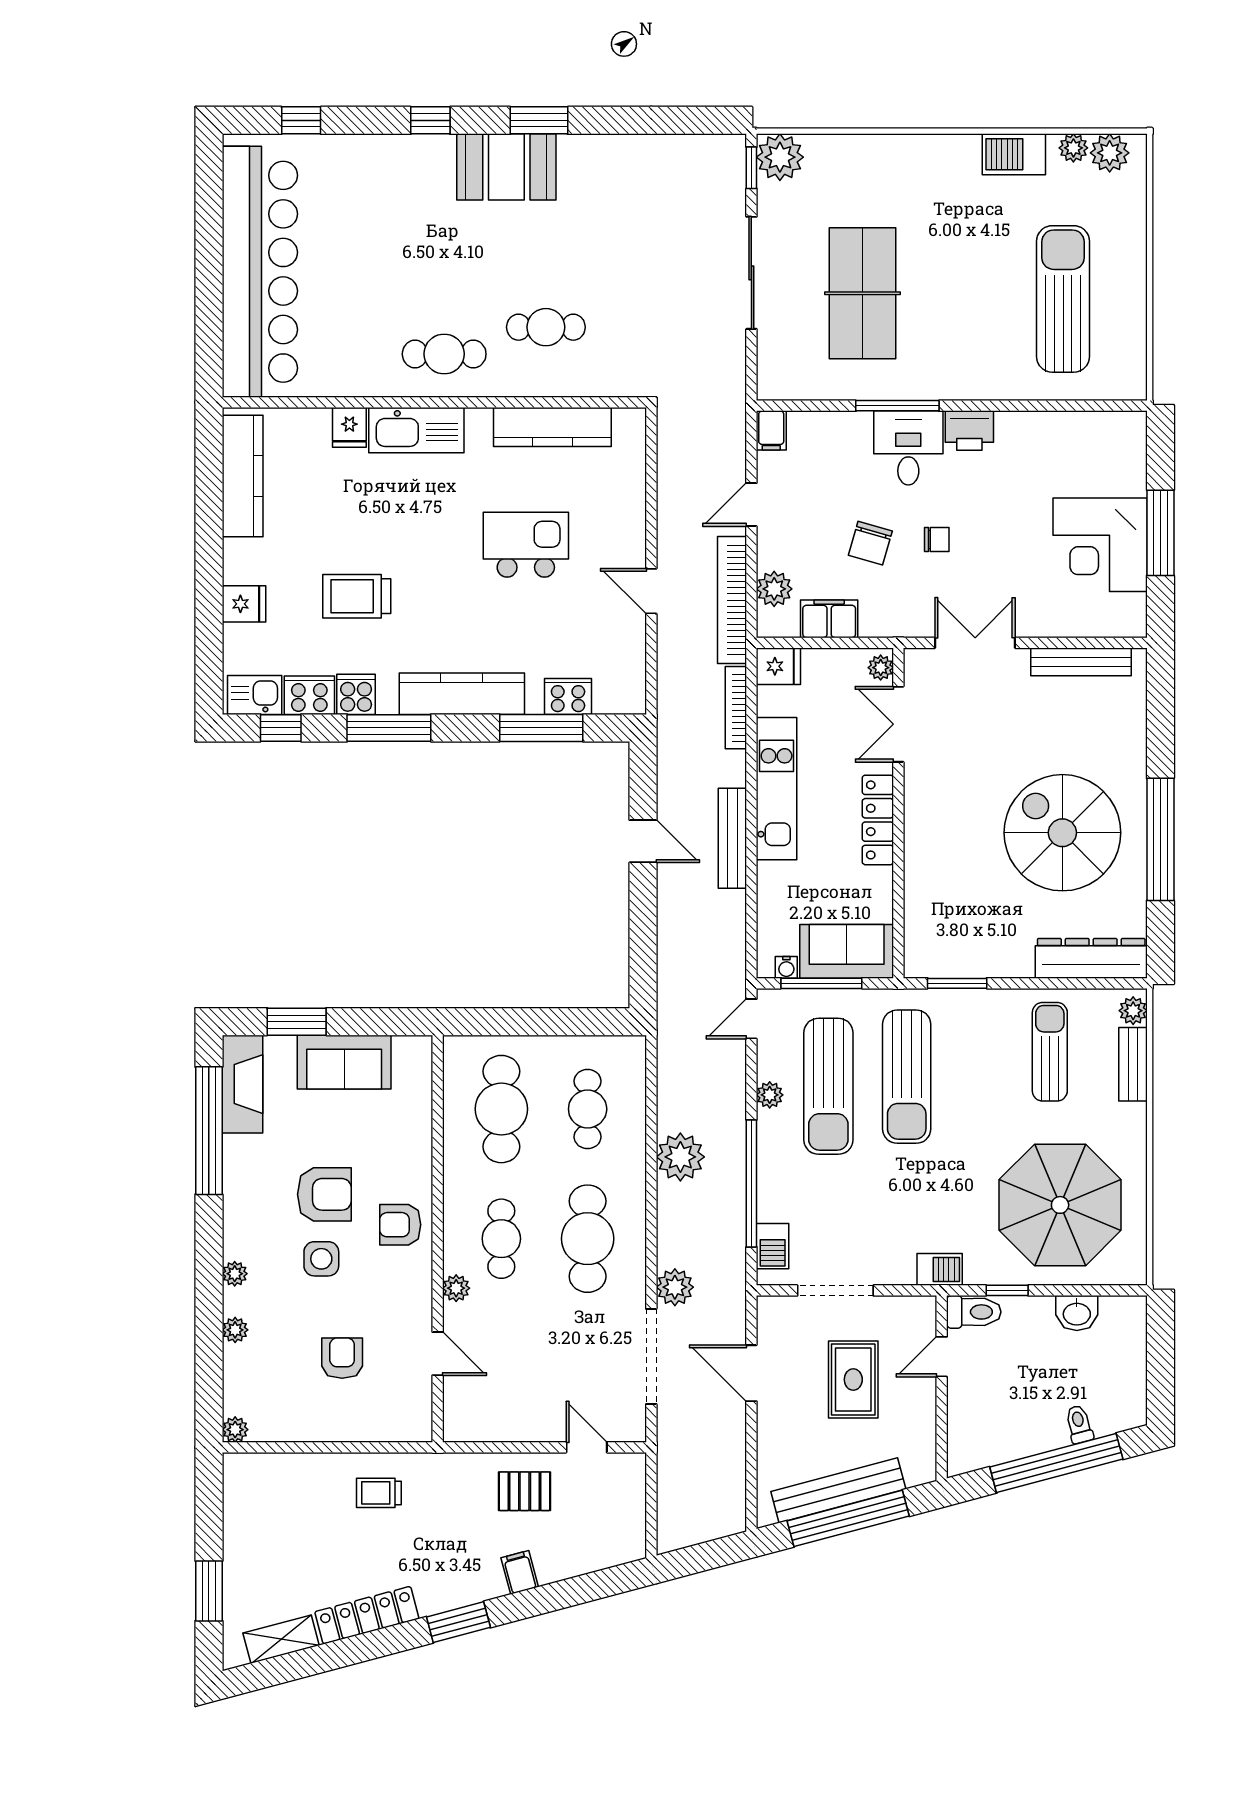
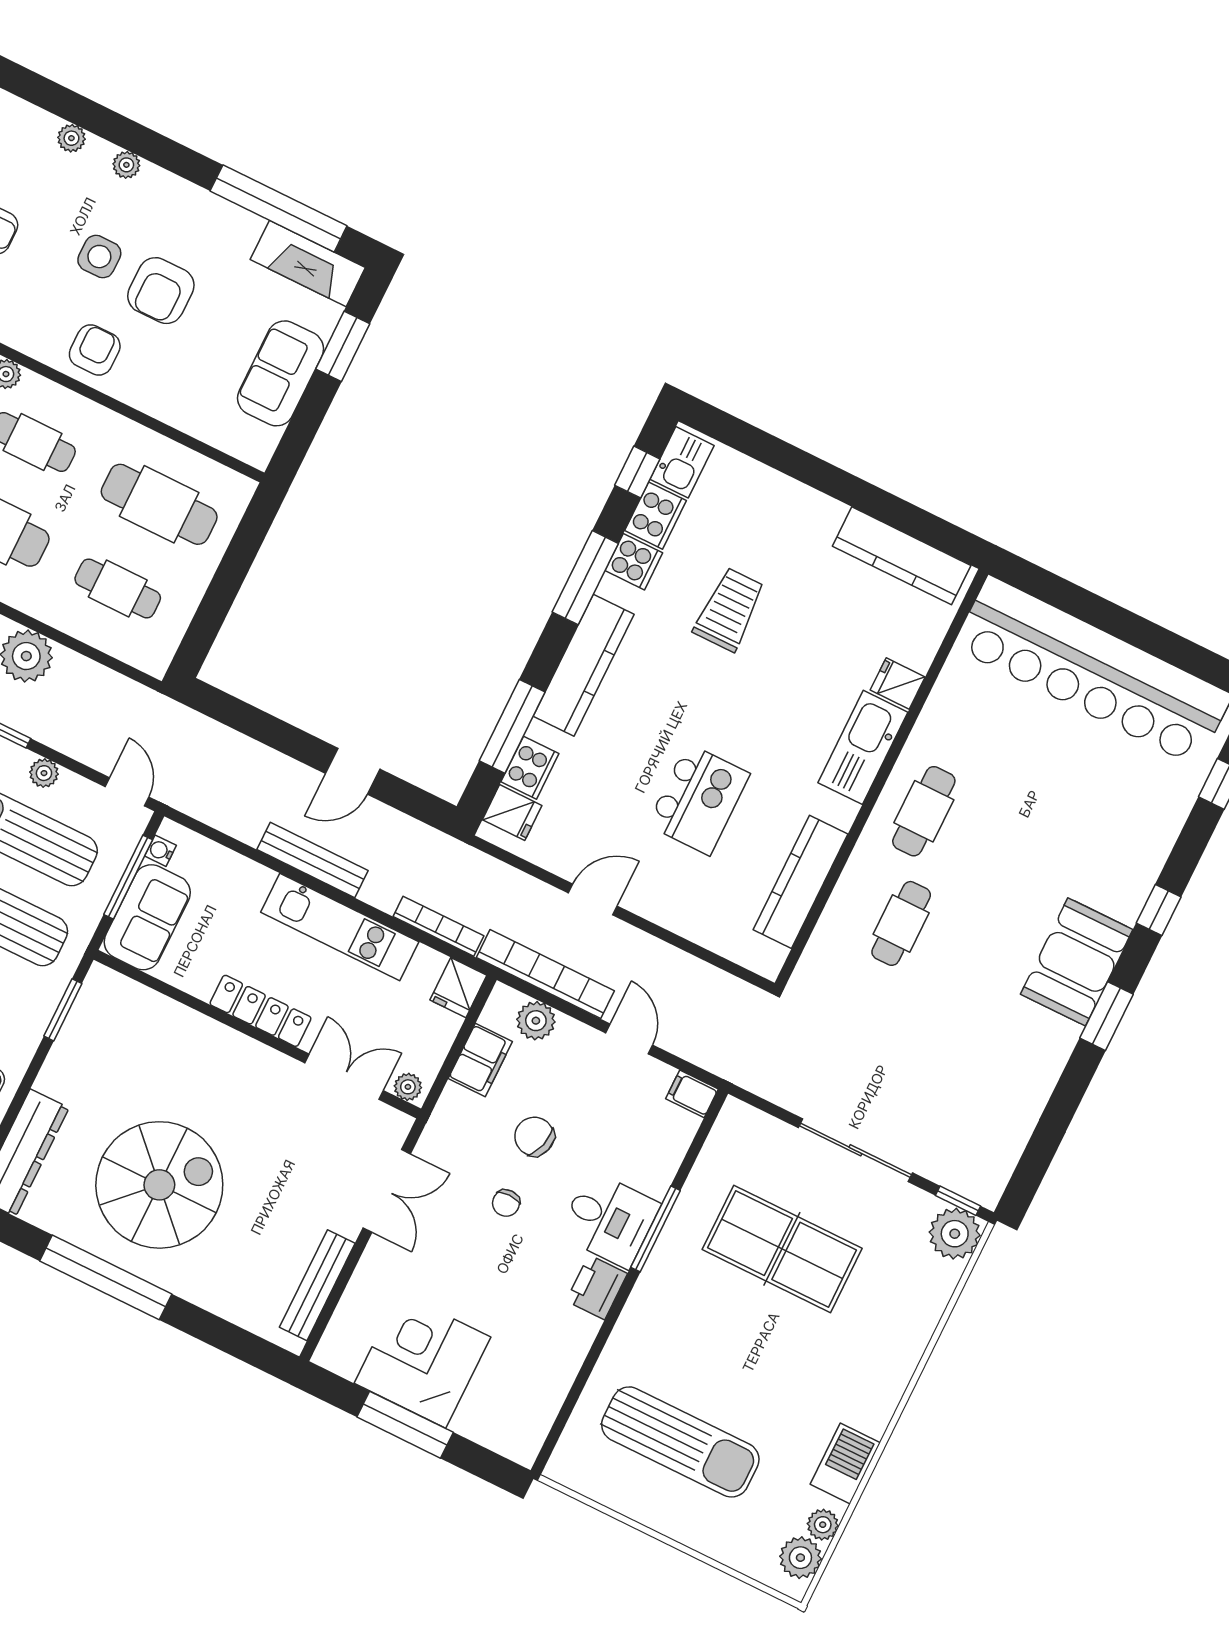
fridge: (244, 604) -> (512, 813), moved, turned -90

